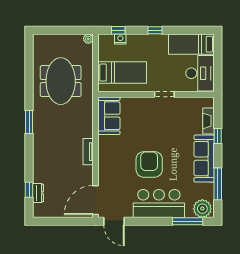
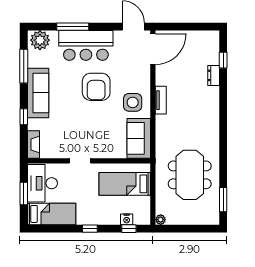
window: (218, 63) -> (24, 194), added
fireplace: (209, 121) -> (33, 144), moved
window: (29, 122) -> (223, 200), moved
side table: (115, 150) -> (133, 102), added
dresser: (38, 193) -> (214, 75), moved
window: (188, 221) -> (73, 27), moved

